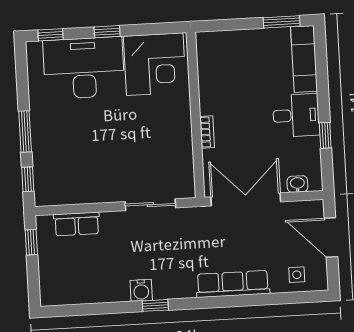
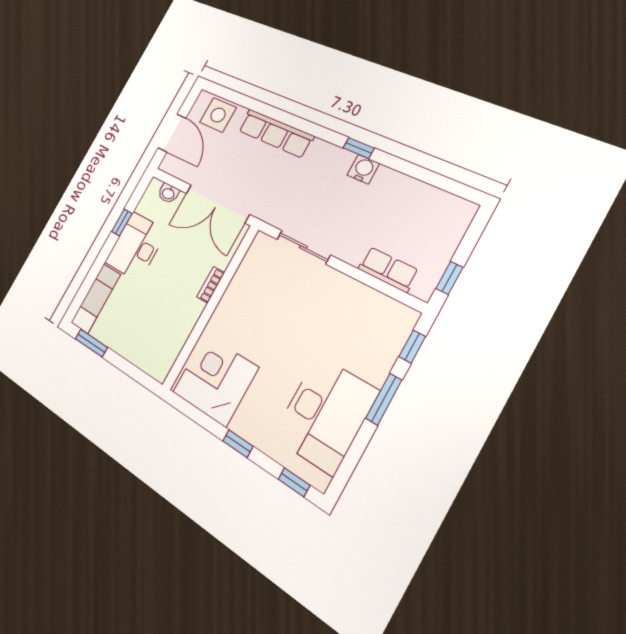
desk: (84, 68) -> (325, 414), moved, turned -90
desk: (296, 115) -> (136, 247), width x1.37
side table: (297, 275) -> (218, 115), width x1.87, depth x1.87

